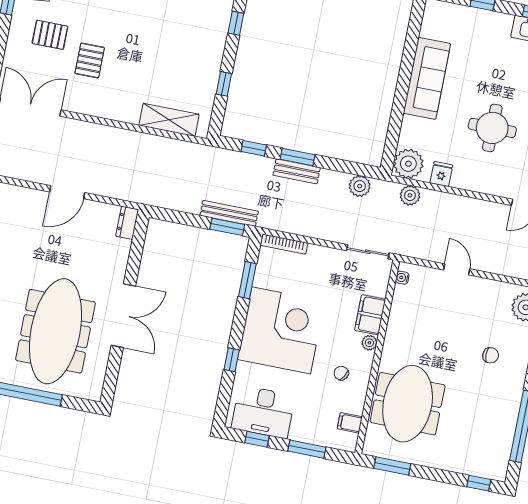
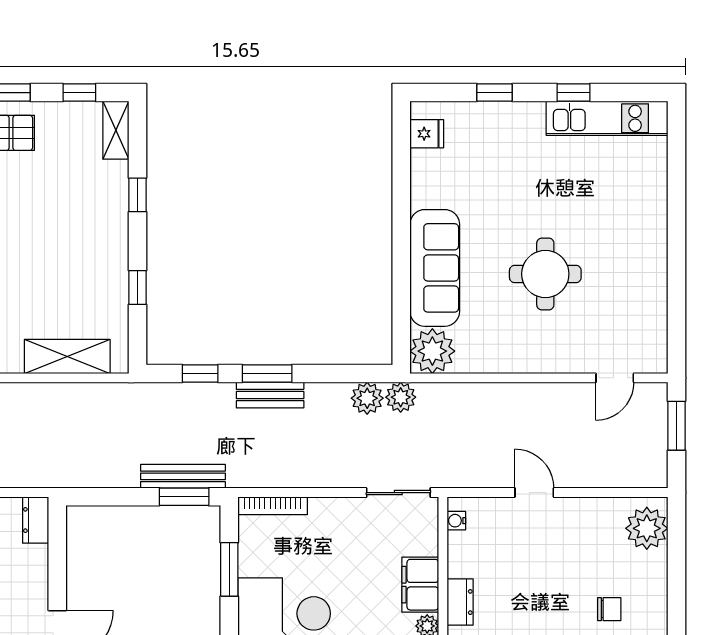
sofa: (427, 78) -> (435, 268), moved
fridge: (441, 174) -> (427, 134), moved, turned 90
plant: (410, 195) -> (401, 397), moved
dresser: (394, 331) -> (460, 602), added

